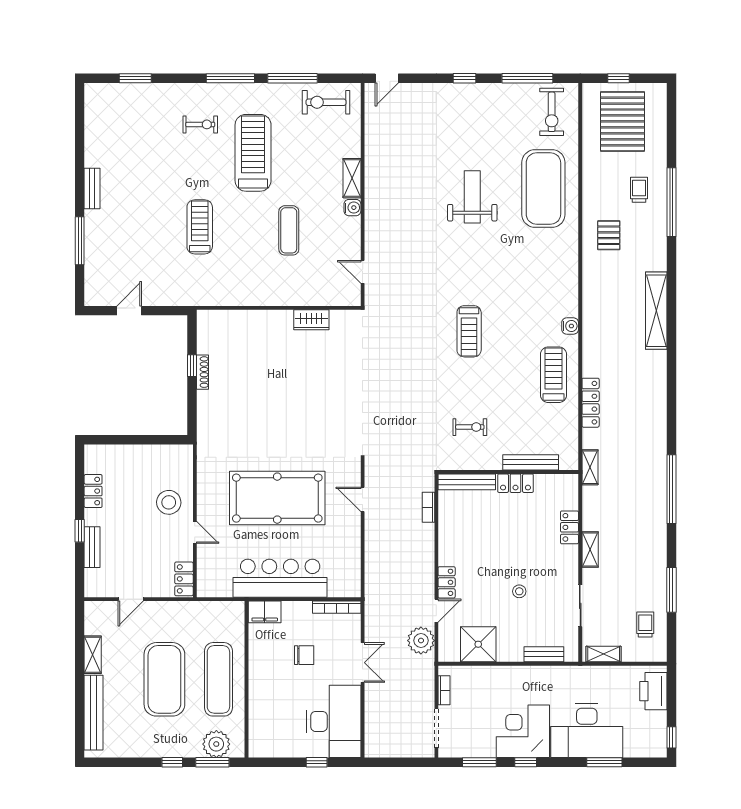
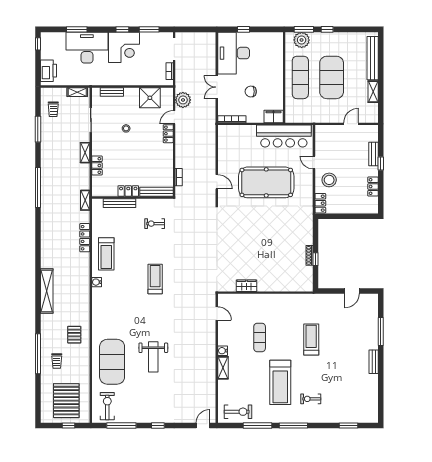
treadmill: (200, 227) -> (311, 340), turned 180
bar counter: (280, 578) -> (284, 136), moved
locker: (184, 579) -> (320, 203), moved

